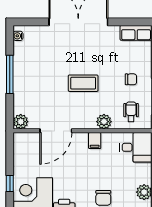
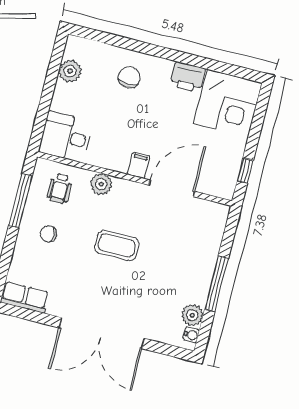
plant: (21, 122) -> (192, 315), moved
filing cabinet: (95, 141) -> (139, 165), moved
window: (10, 183) -> (245, 170), moved

